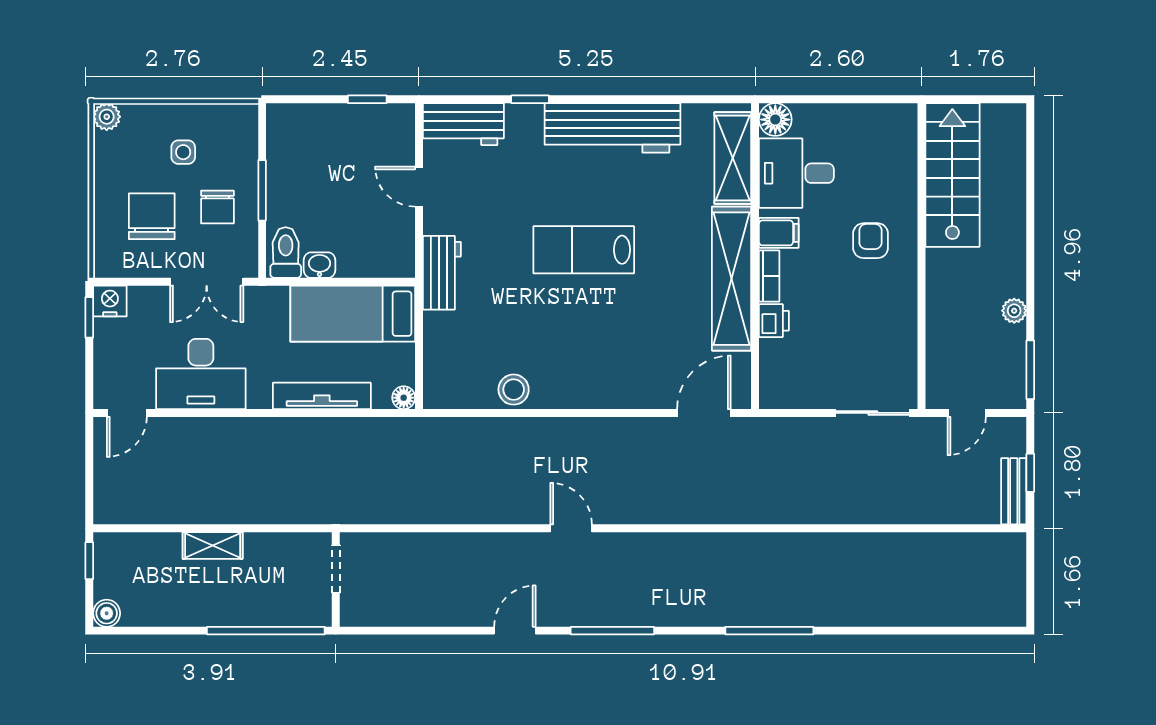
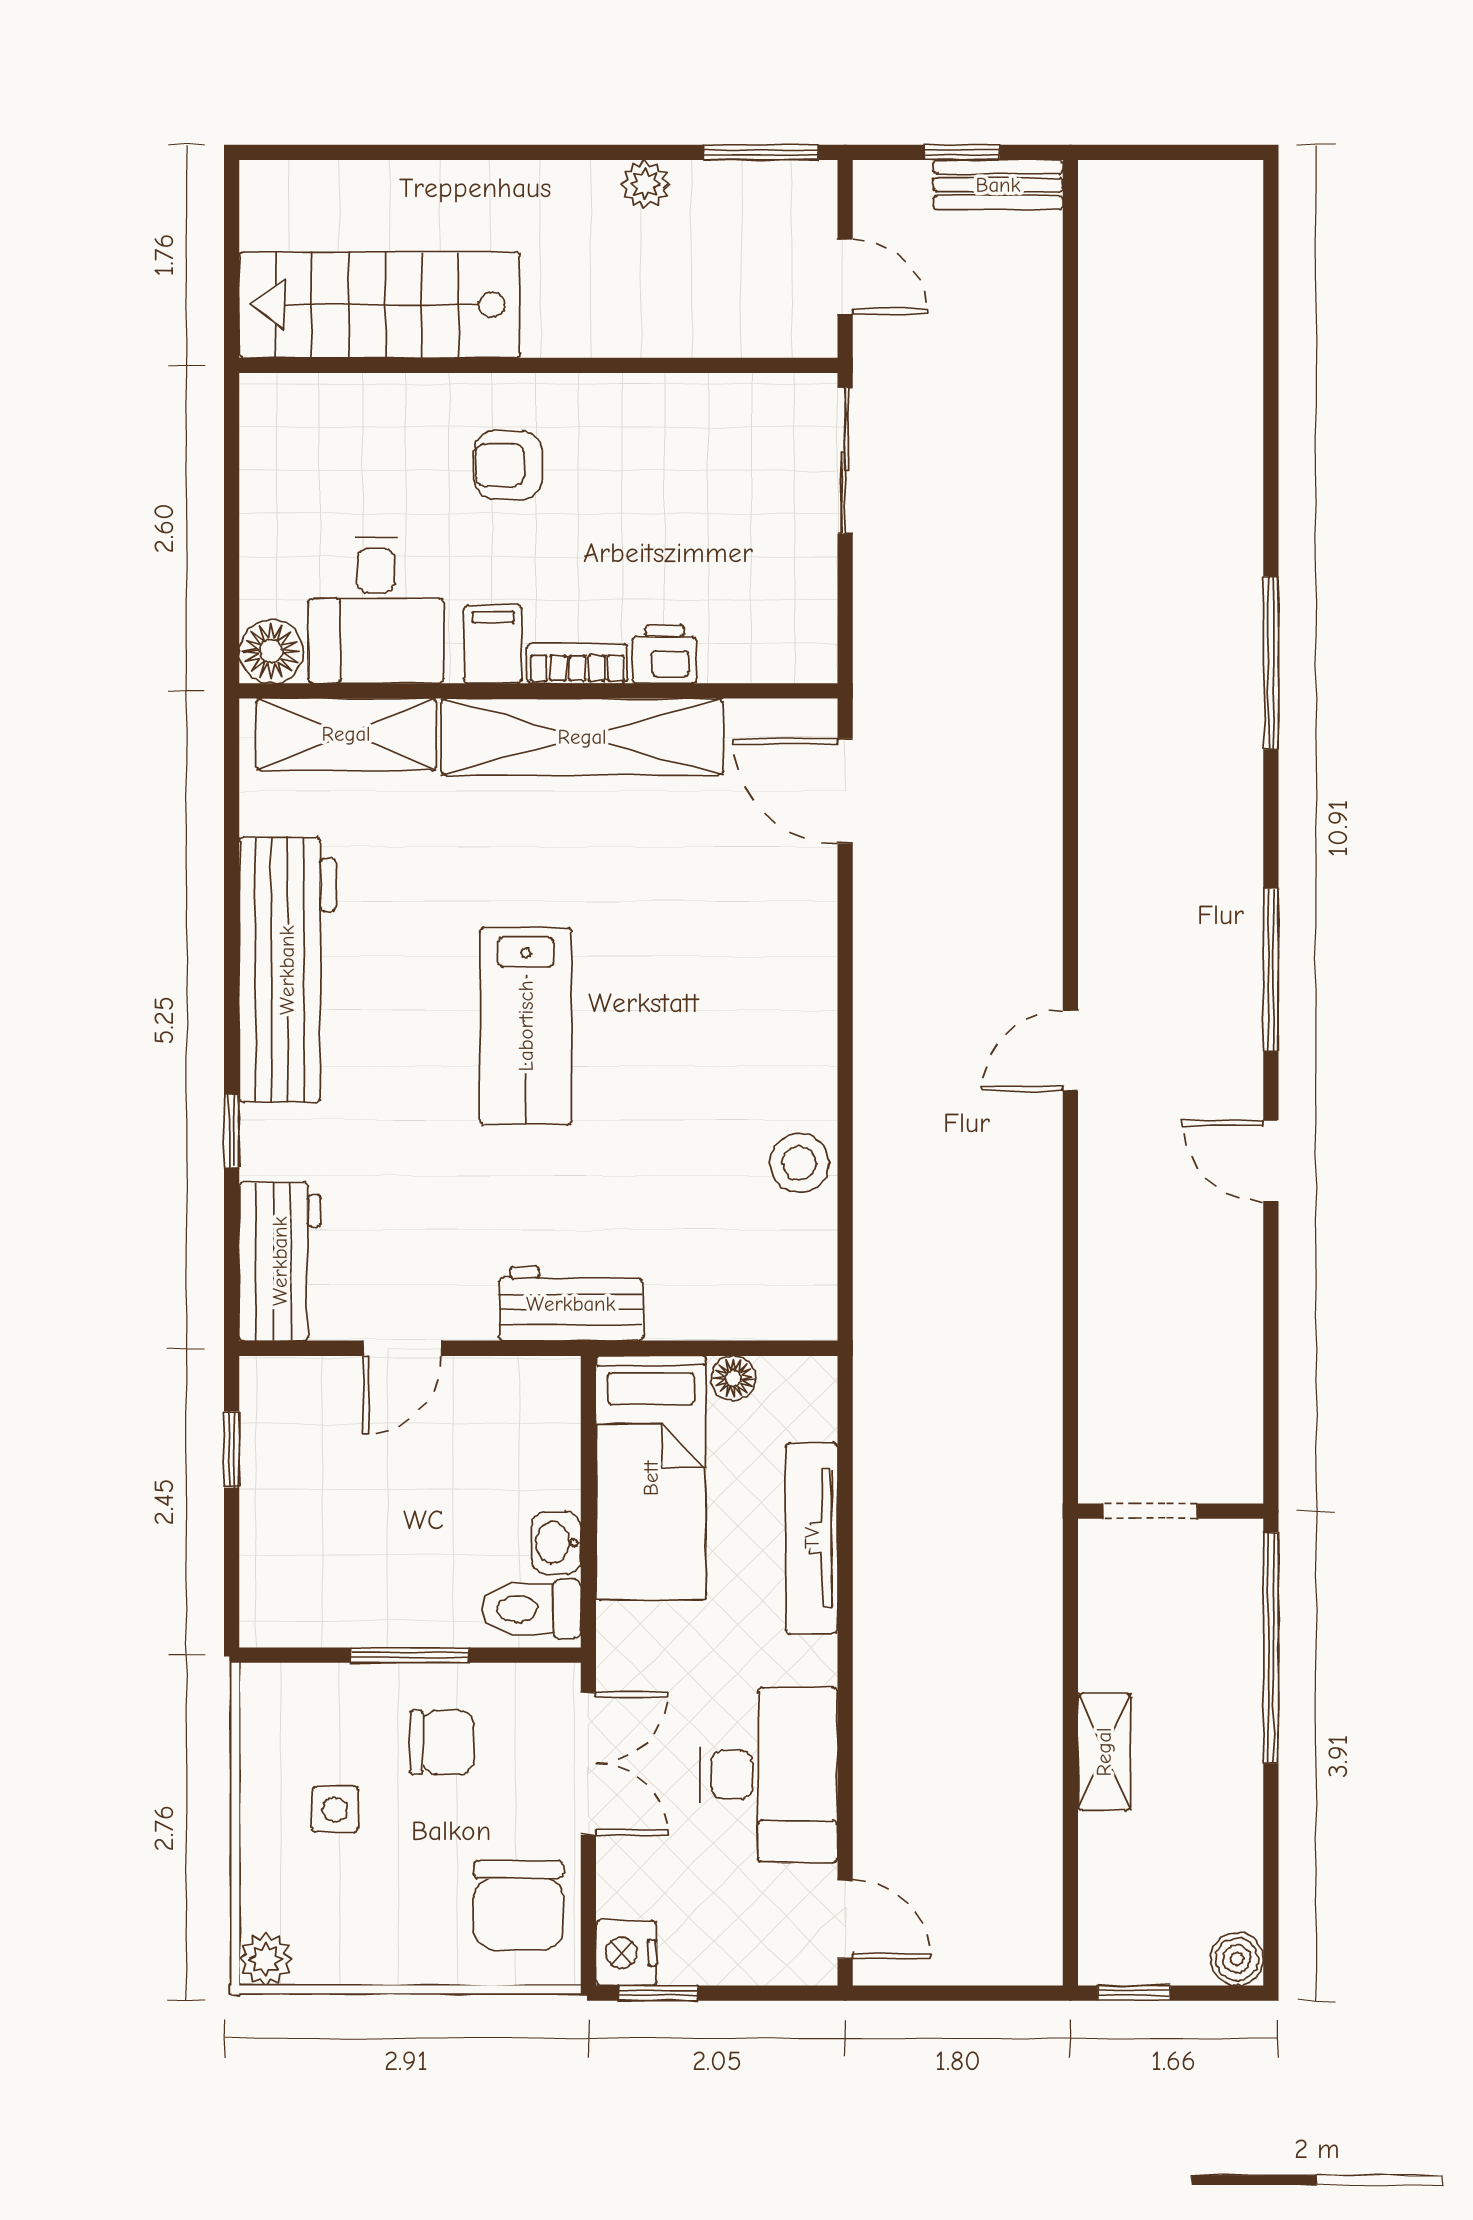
chair: (152, 216) -> (519, 1905), moved, turned -90
floor lamp: (404, 398) -> (733, 1378), moved

